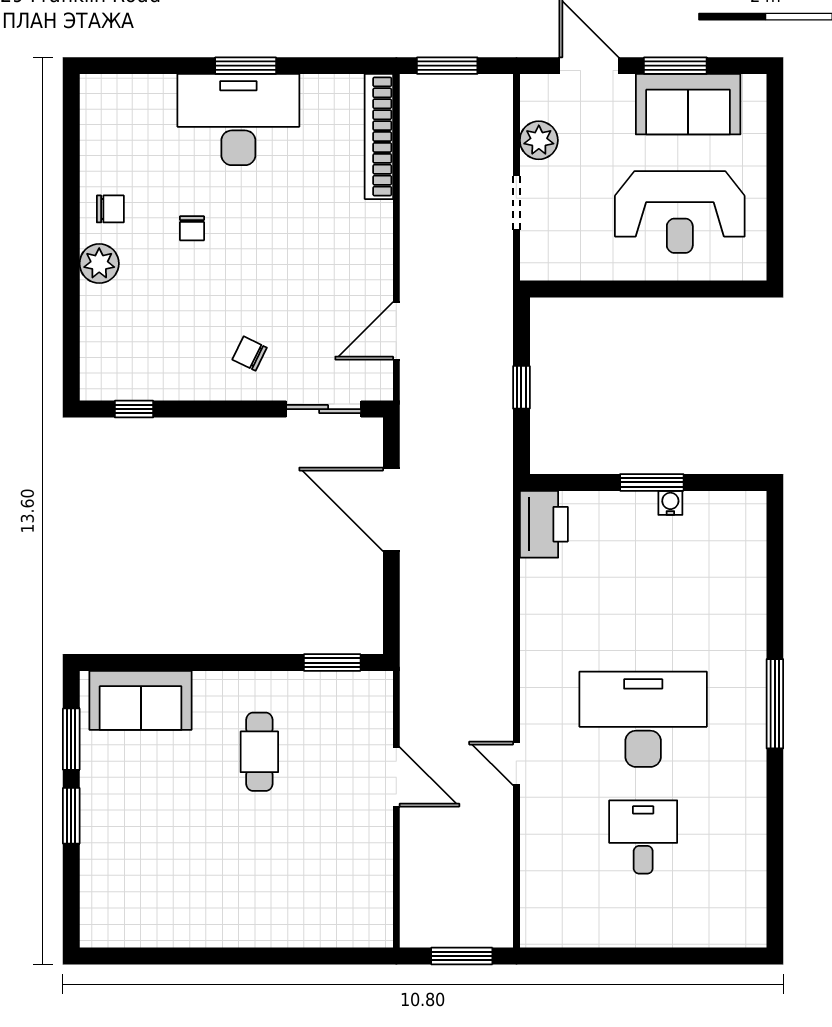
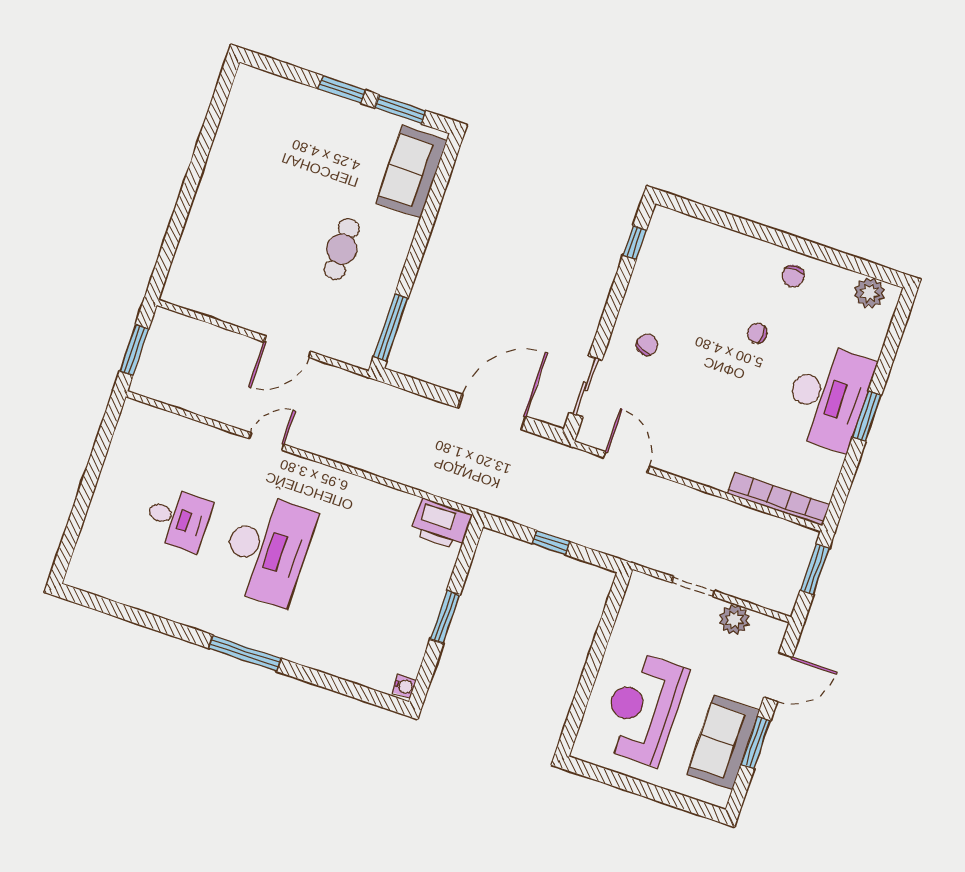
plant: (99, 264) -> (869, 293), moved
water cooler: (670, 503) -> (404, 686), moved
window: (332, 663) -> (391, 327), width x1.44
cafe table: (259, 752) -> (342, 249), turned 90

